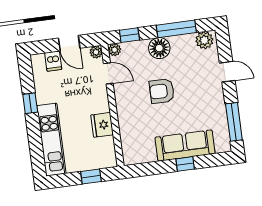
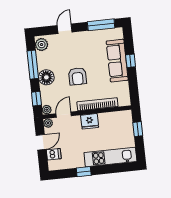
bookcase: (124, 120) -> (97, 104), added
fridge: (102, 125) -> (90, 121), moved

